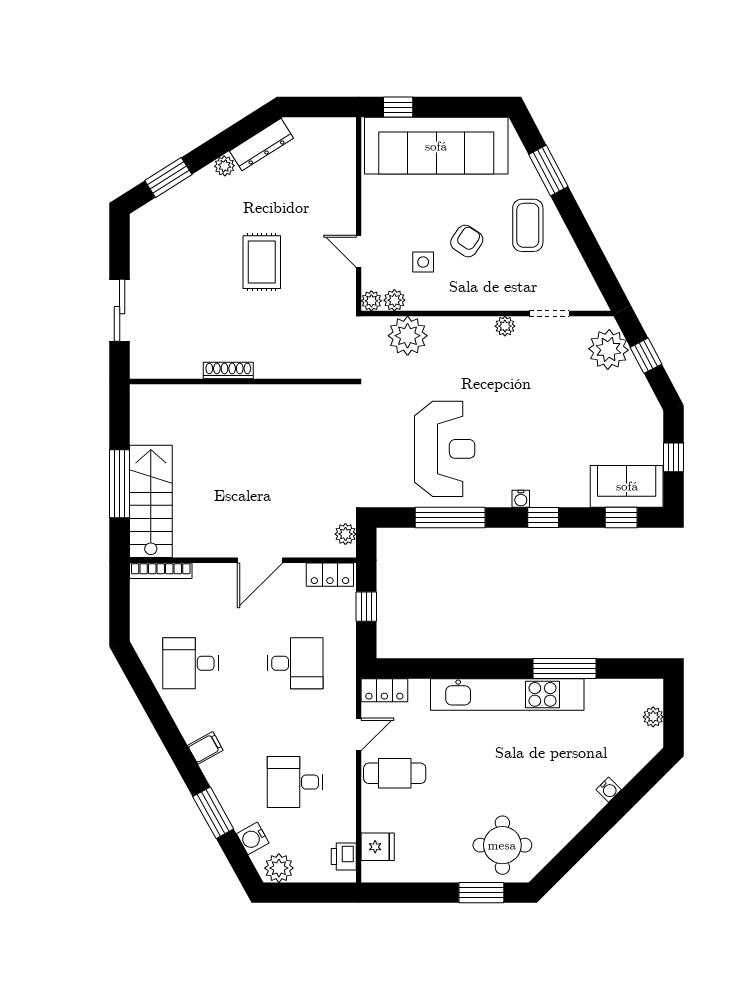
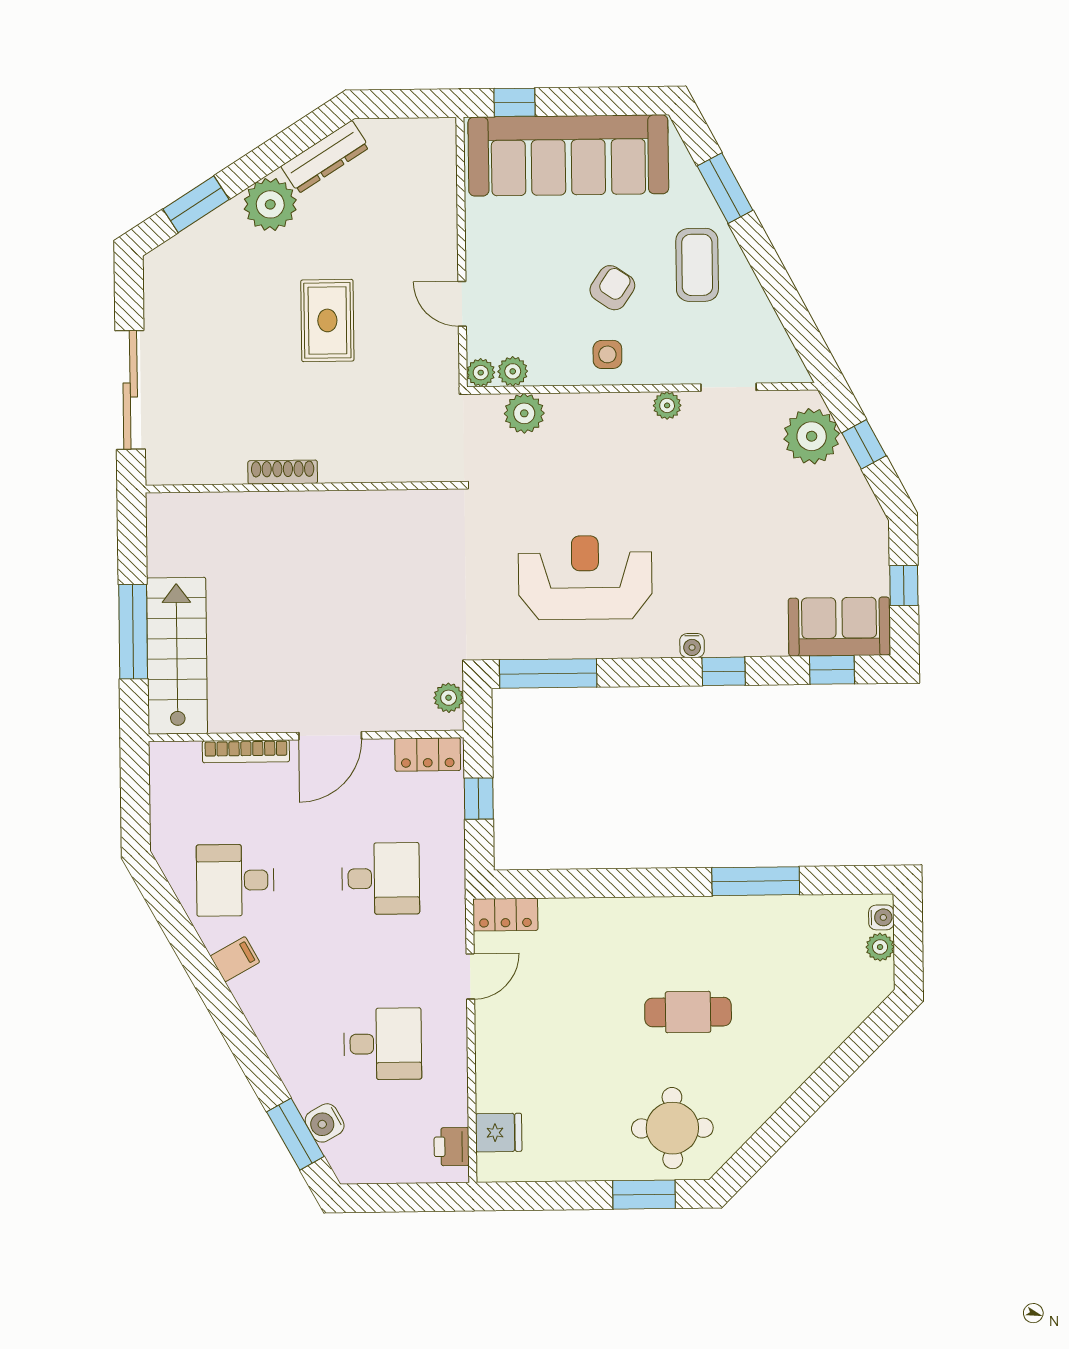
plant: (225, 166) -> (270, 204), width x1.88, depth x1.88
side table: (423, 262) -> (607, 354), moved
sliding door: (120, 310) -> (130, 390), width x1.37
plant: (408, 336) -> (524, 413), width x0.73, depth x0.73
reception desk: (445, 449) -> (585, 578), turned -90
window: (450, 517) -> (548, 673), moved
bookcase: (161, 571) -> (246, 751), moved
kitchen unit: (507, 694) -> (676, 918), removed
filing cabinet: (205, 748) -> (235, 959), moved
cafe table: (395, 773) -> (688, 1012), moved
desk: (295, 782) -> (383, 1044), turned 180
water cooler: (609, 790) -> (881, 917), moved, turned -45
window: (213, 813) -> (295, 1134), moved
plant: (279, 868) -> (362, 1164), removed

